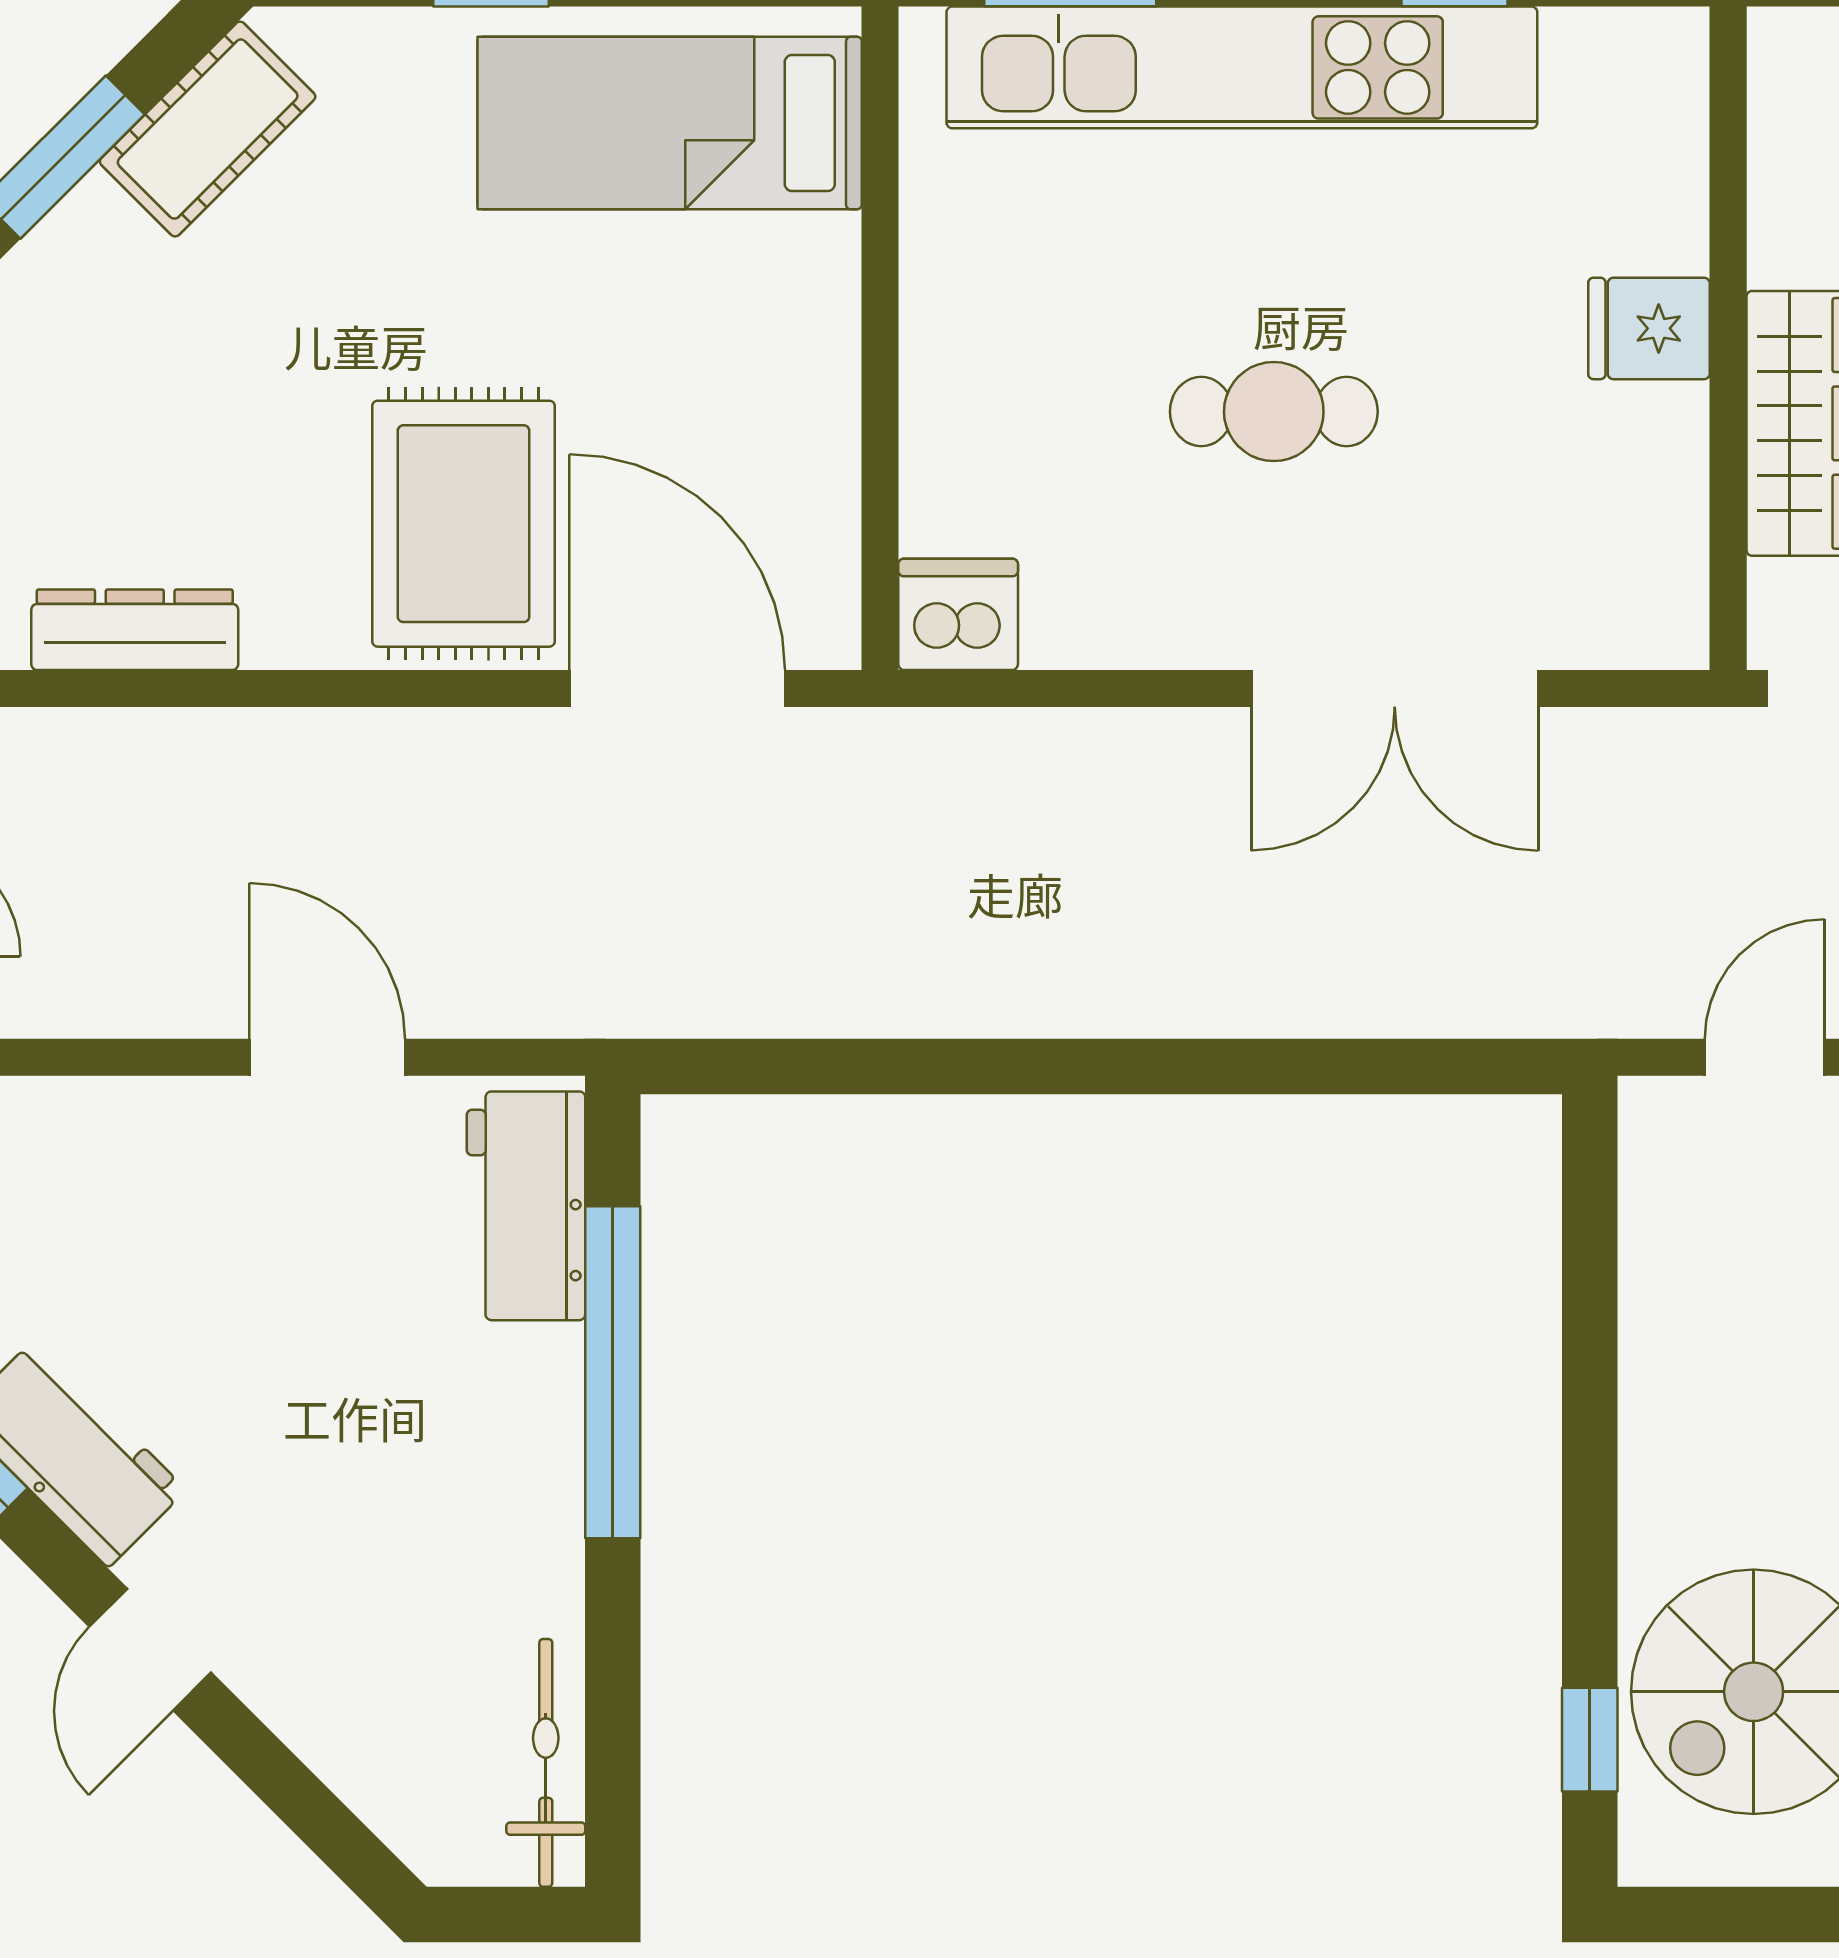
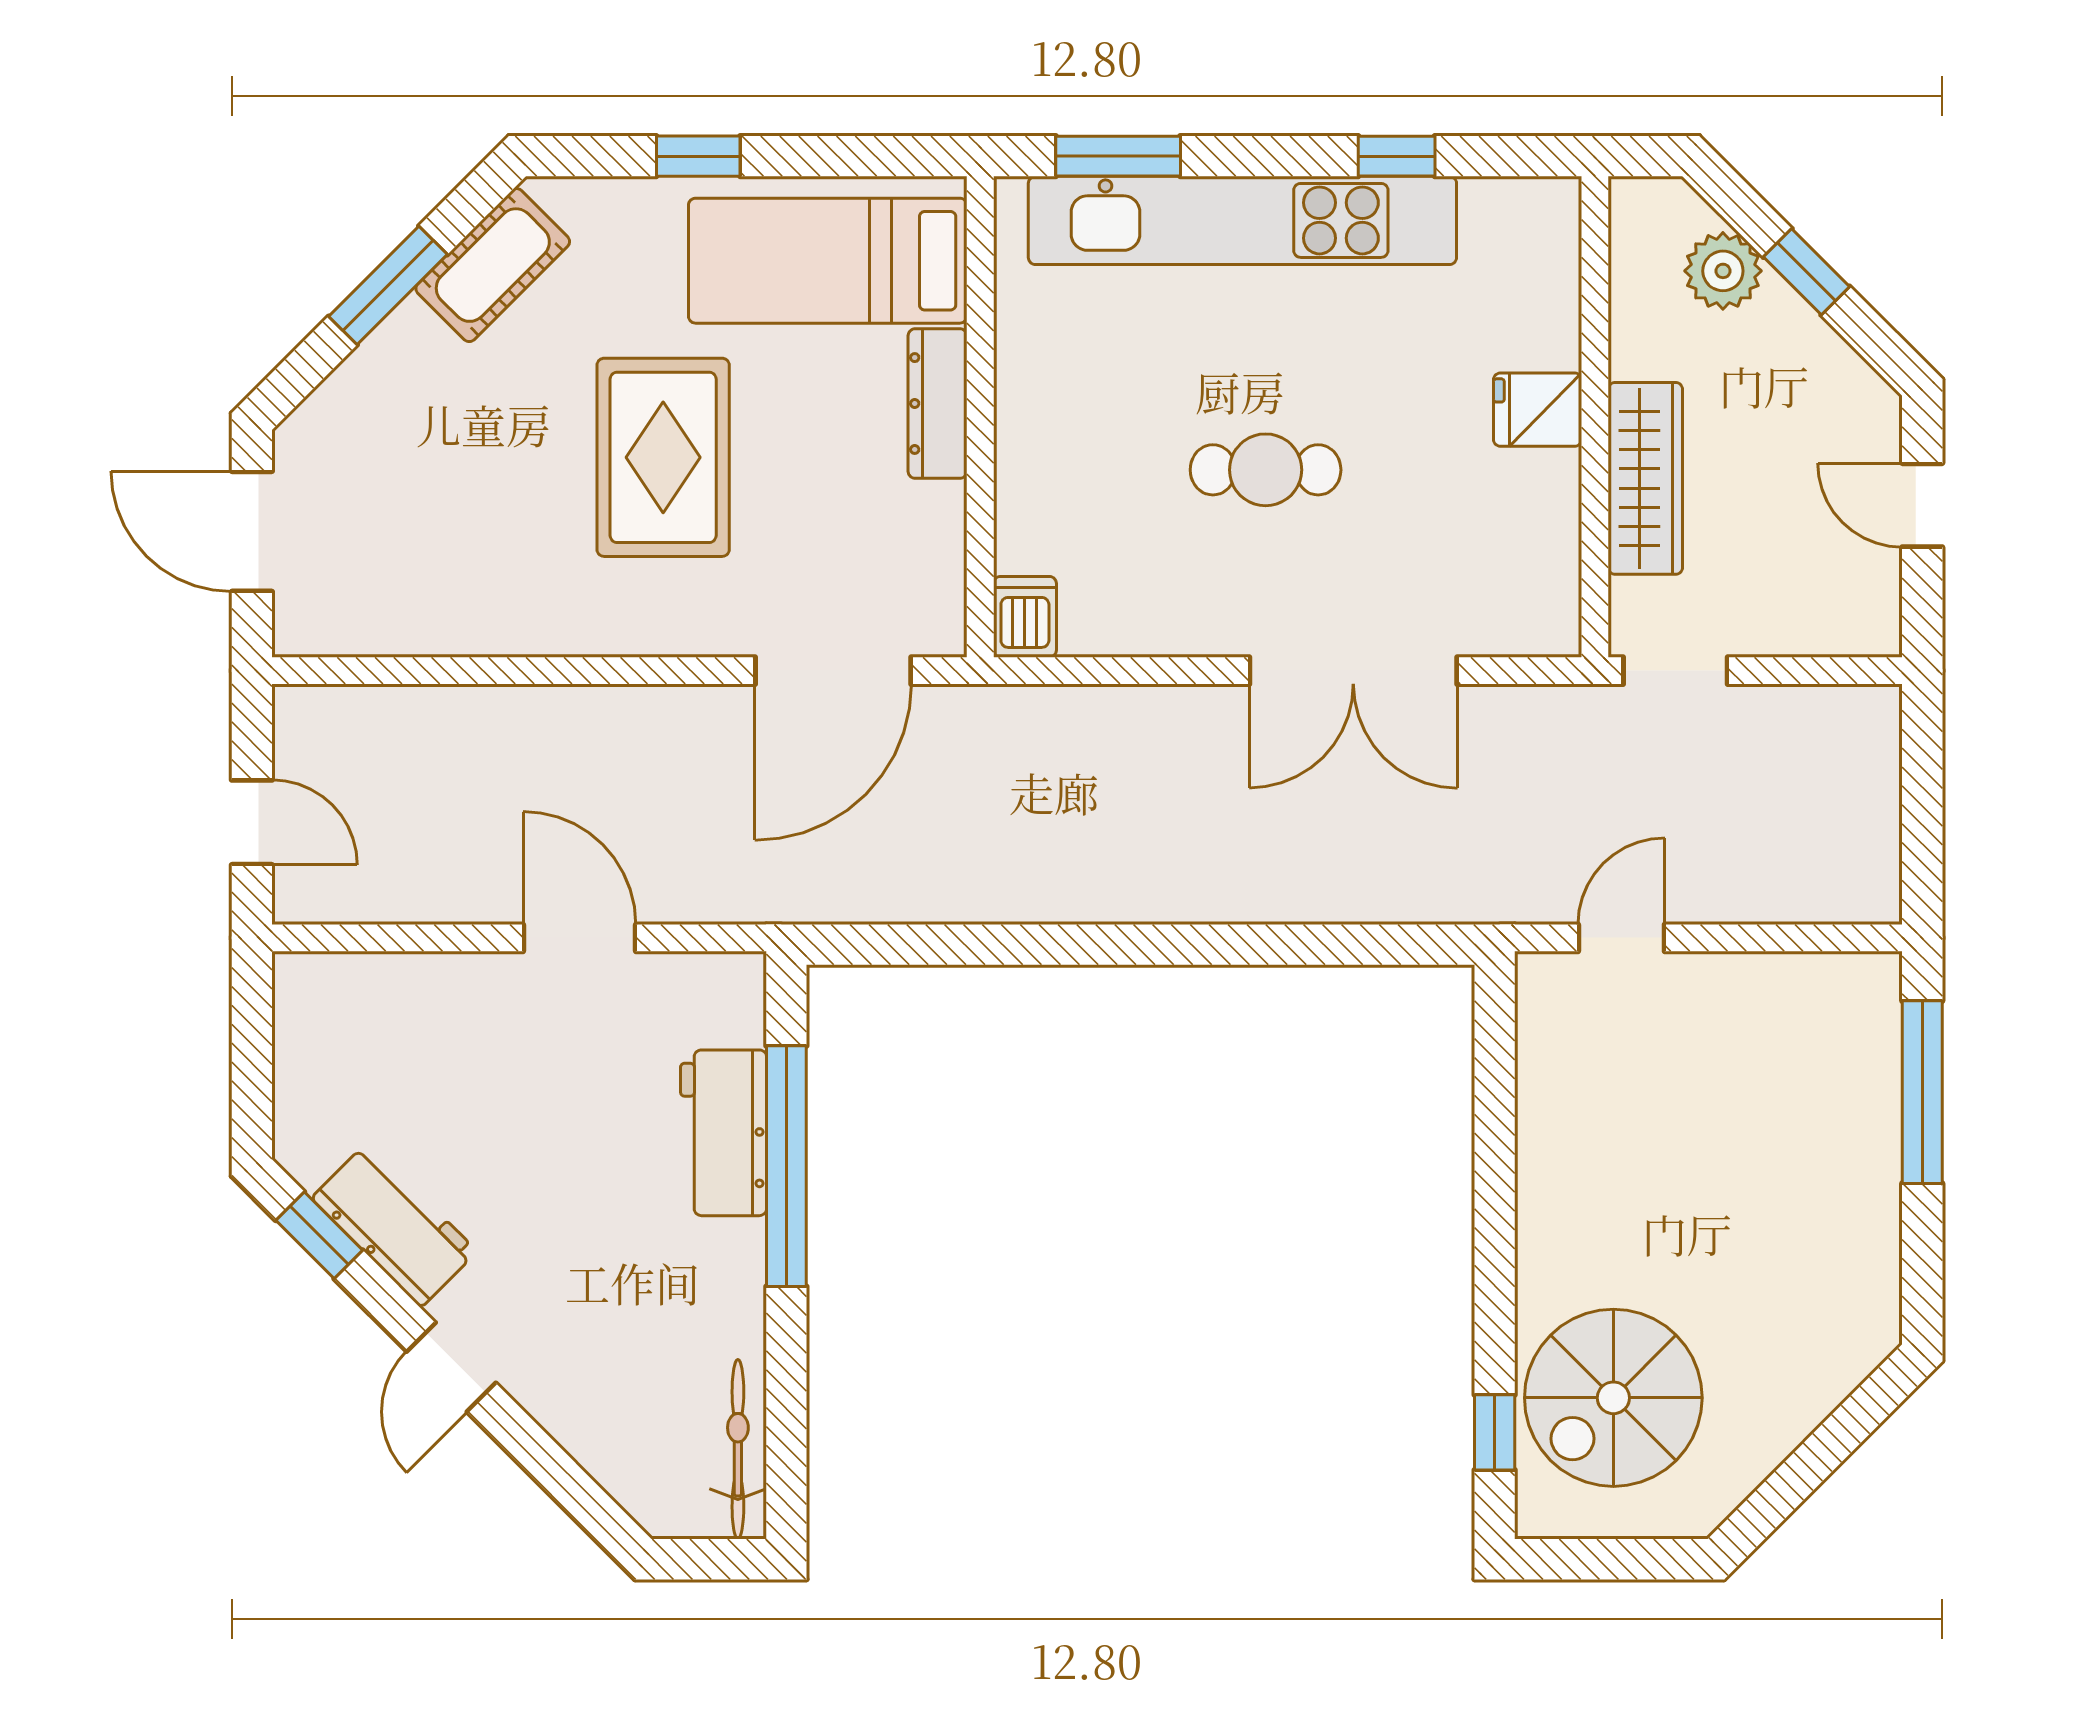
rug: (464, 524) -> (663, 457), moved
dishwasher: (958, 614) -> (1025, 617), width x0.73
dresser: (135, 630) -> (938, 404), moved, turned -90
door: (677, 689) -> (833, 671), swing flipped
workbench: (526, 1206) -> (723, 1133), moved

